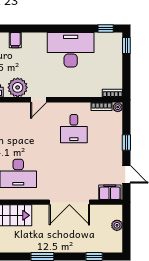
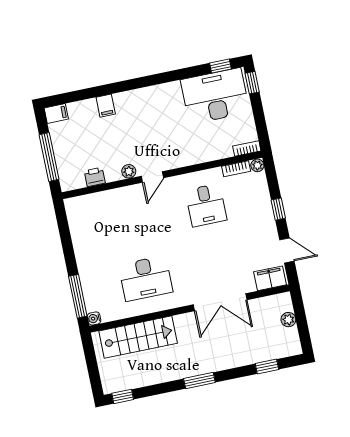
desk: (71, 50) -> (215, 96), moved
plant: (18, 87) -> (129, 171), width x0.53, depth x0.53

